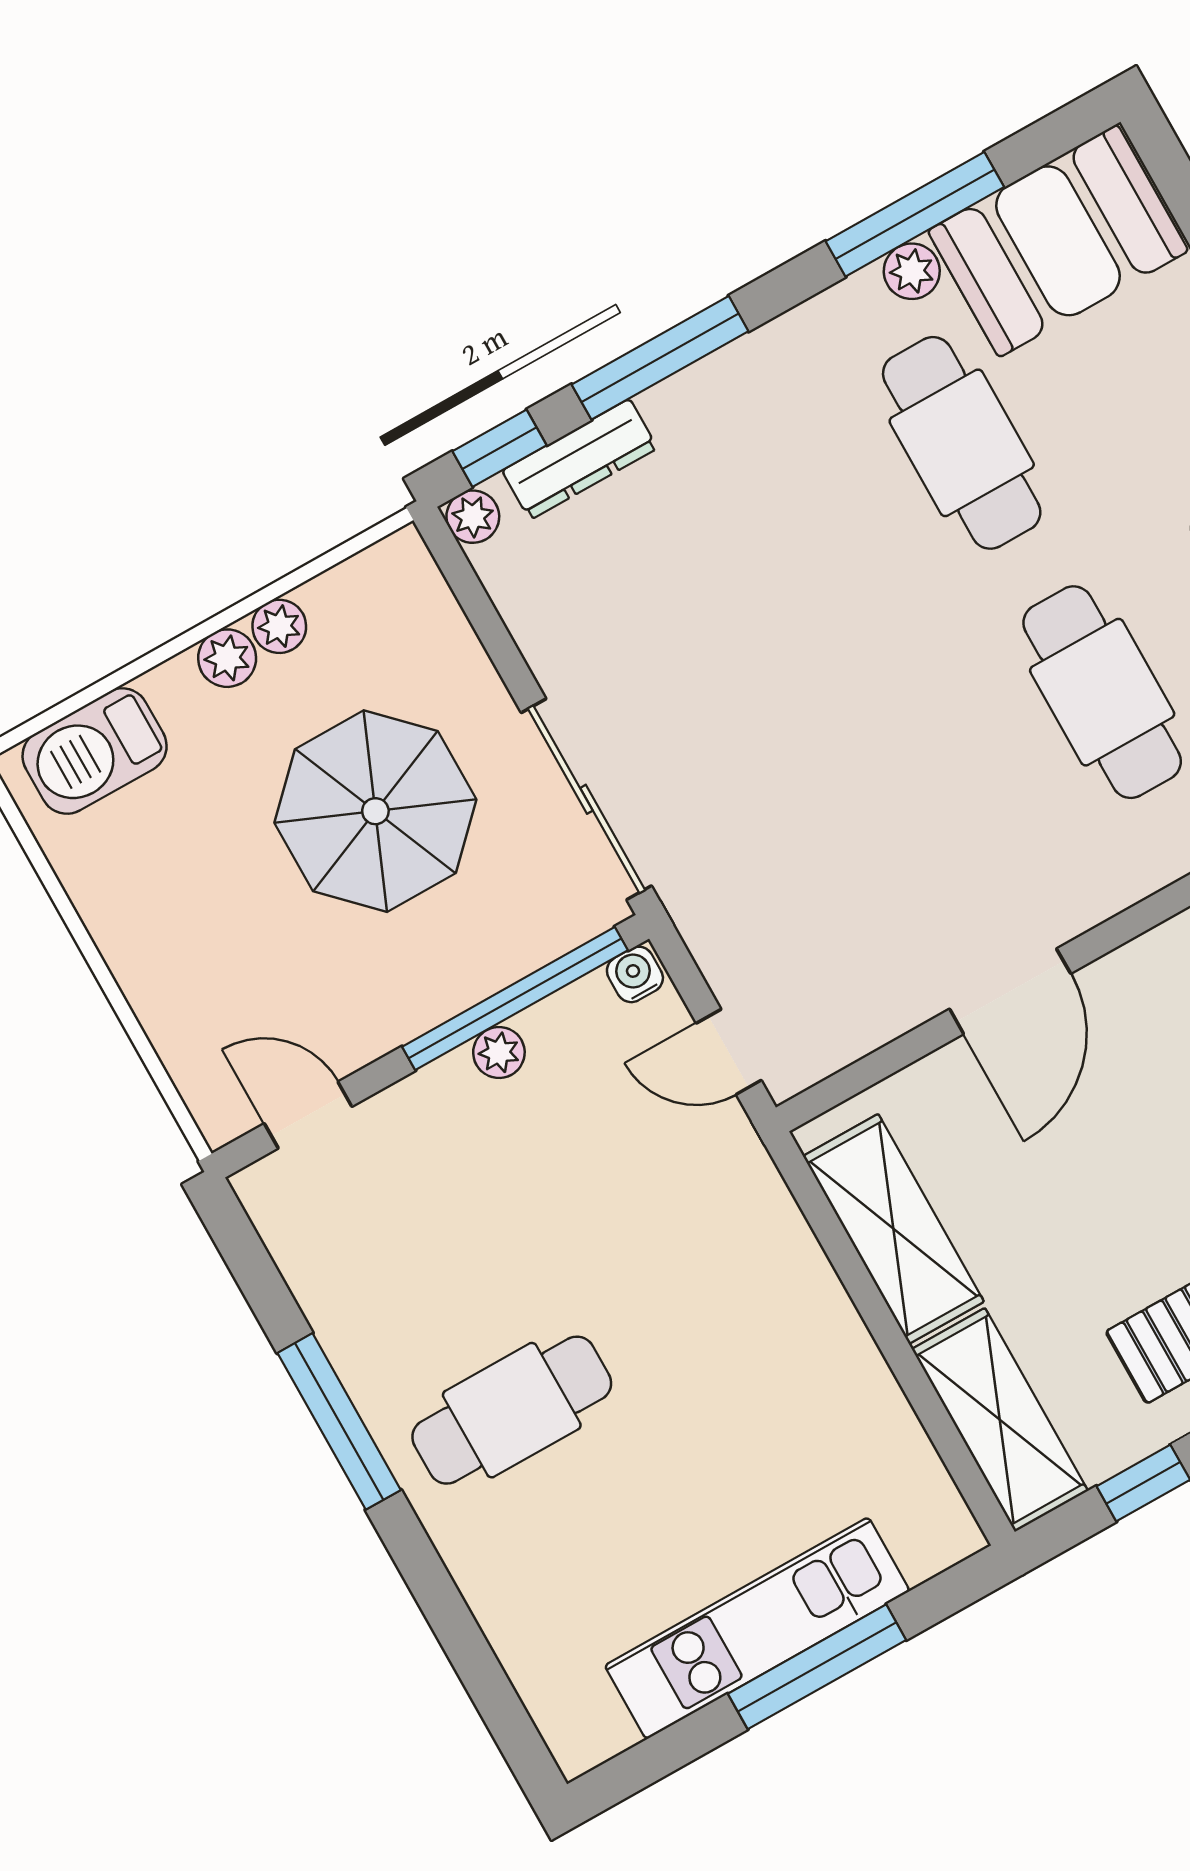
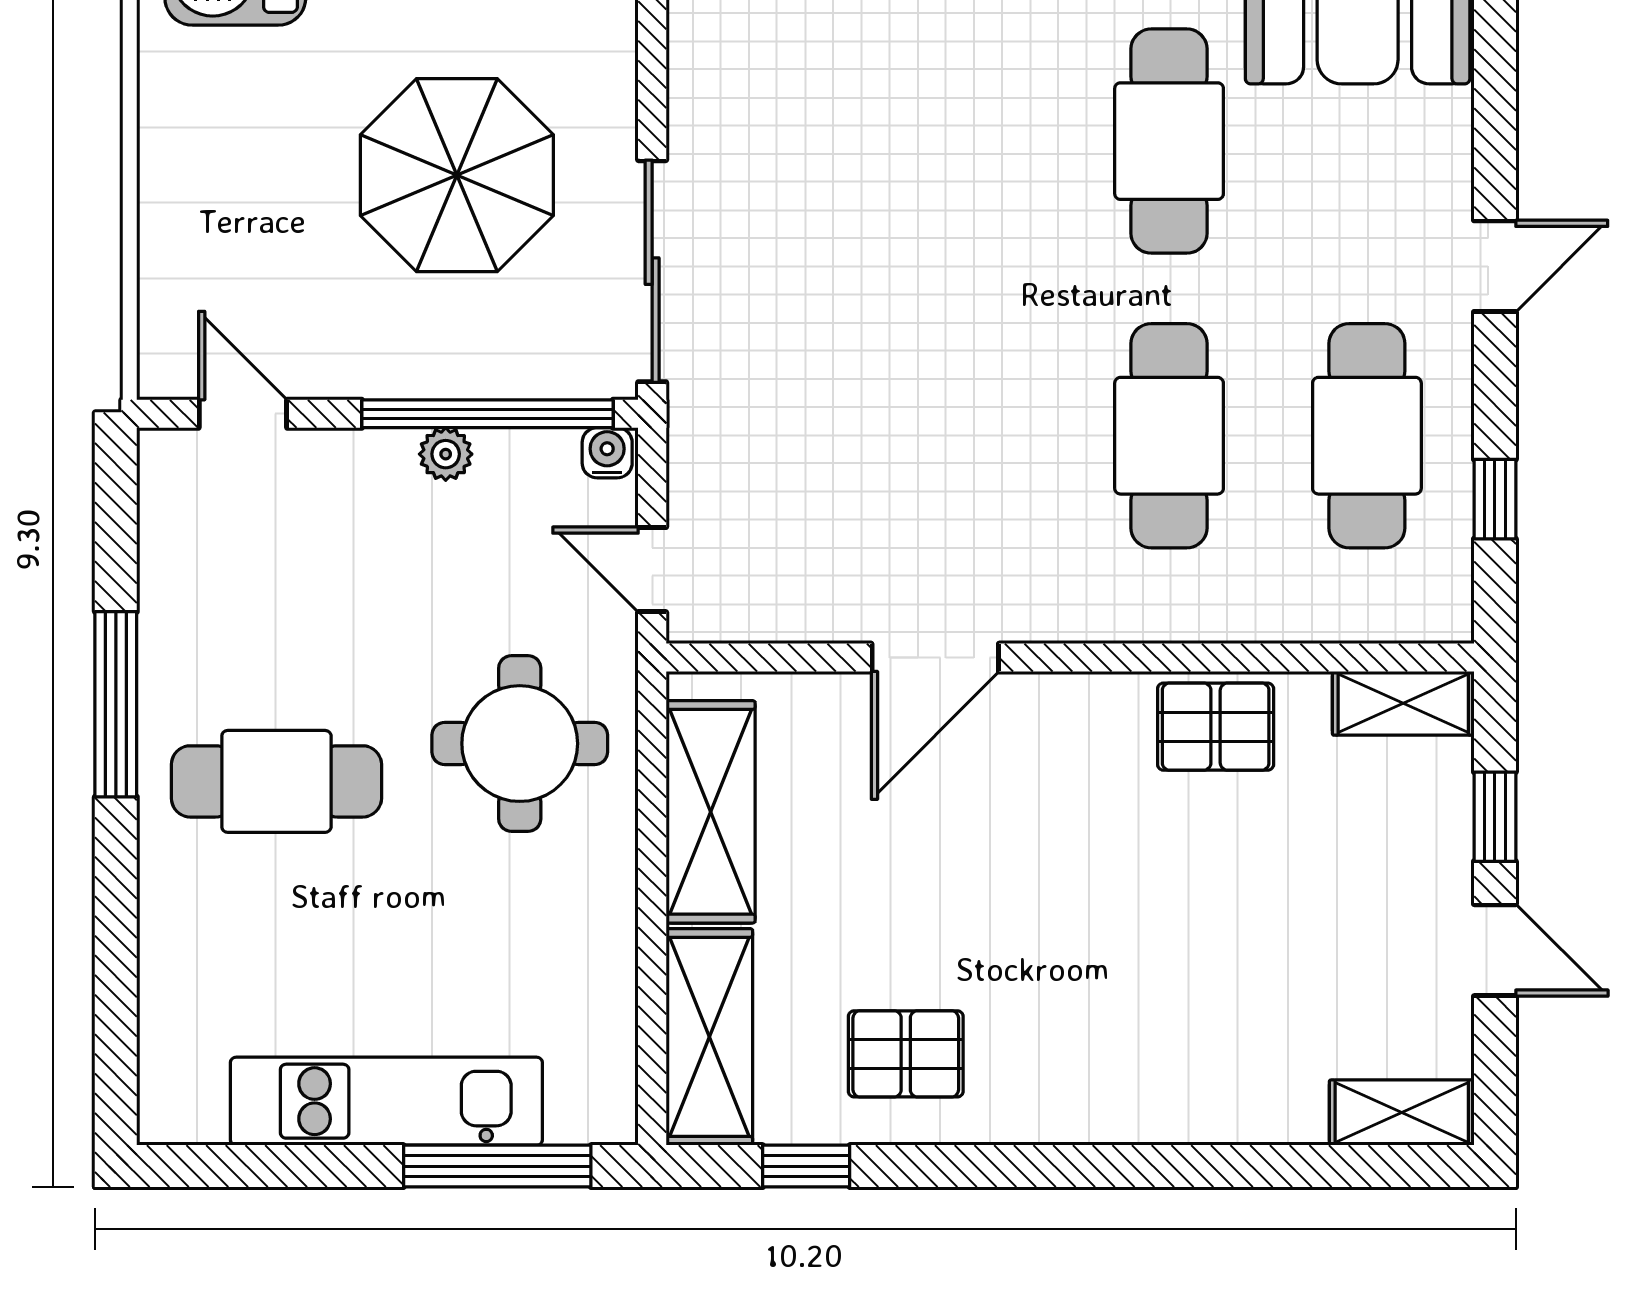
round table: (700, 1262) -> (520, 744), added
window: (817, 1667) -> (497, 1166), moved

